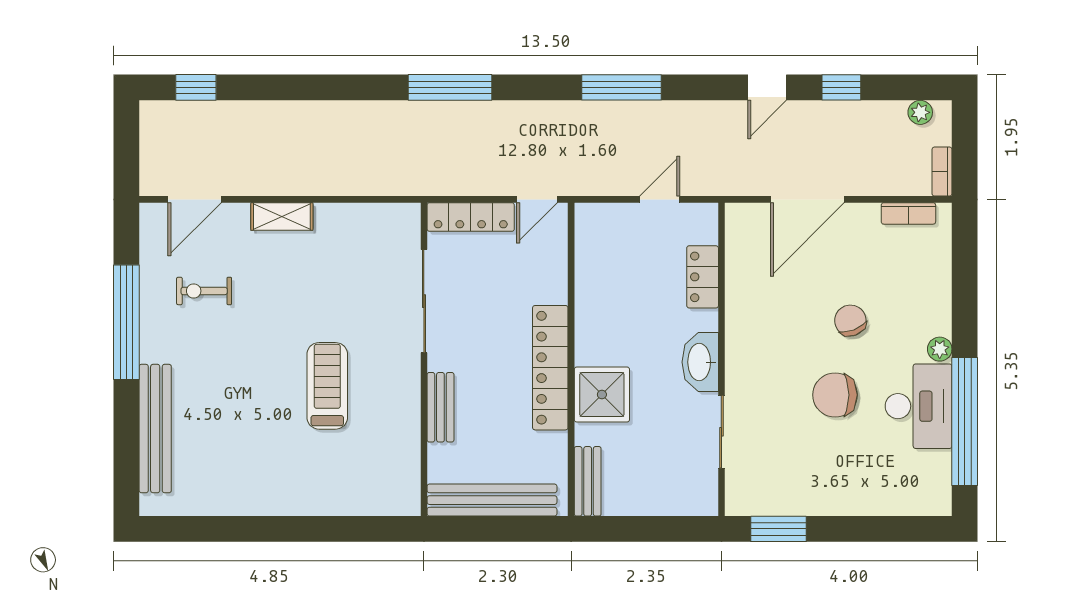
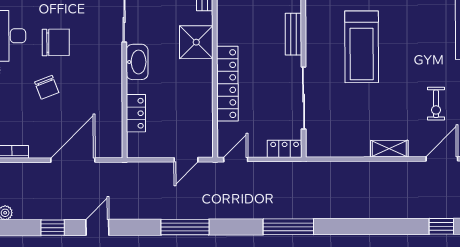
door: (660, 199) -> (186, 160), moved
locker: (471, 217) -> (285, 149), width x0.66
exercise bike: (204, 291) -> (436, 104), turned 90
locker: (550, 368) -> (227, 84), moved
treadmill: (327, 386) -> (362, 47), width x1.37, depth x1.38

